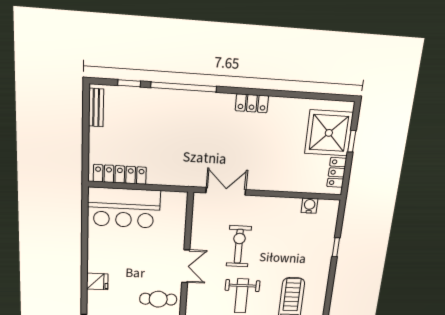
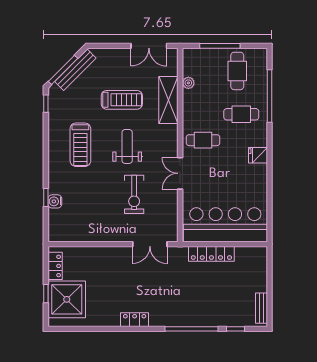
locker: (120, 174) -> (211, 254), moved
water cooler: (309, 206) -> (55, 201), moved, turned 90
bar counter: (124, 208) -> (225, 225), width x1.36

